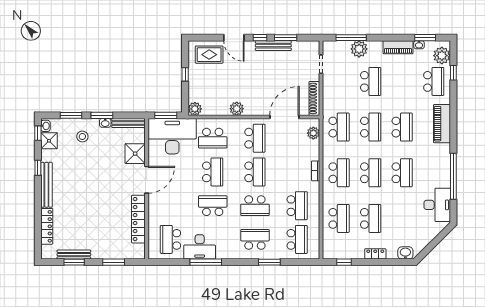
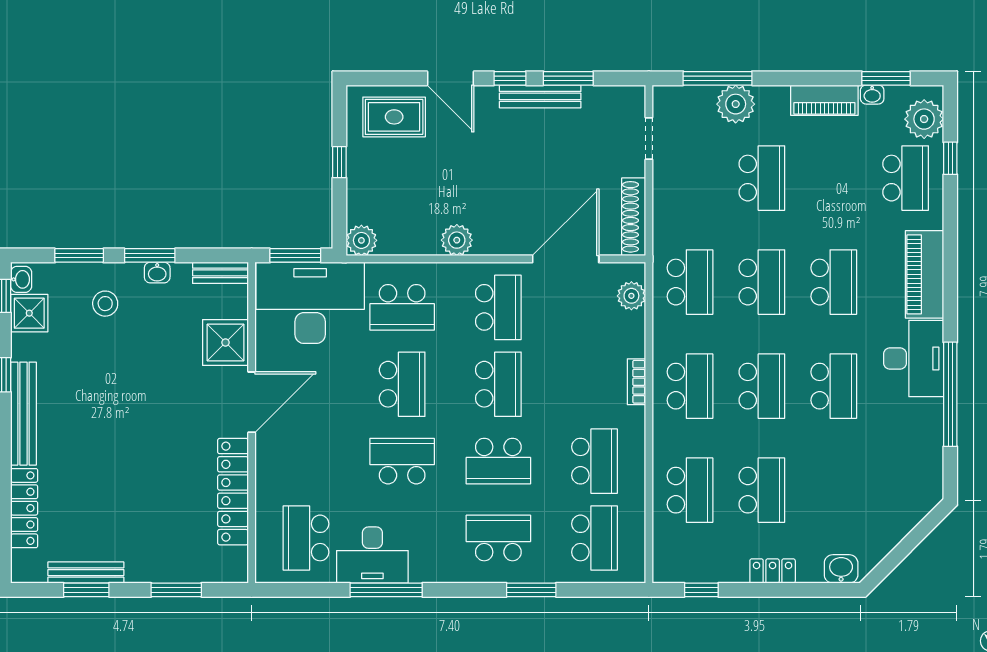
bench: (128, 123) -> (220, 273), width x0.73
desk: (437, 205) -> (914, 359), moved

